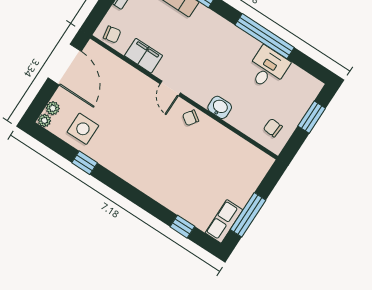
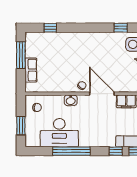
desk: (268, 68) -> (59, 133), width x1.87, depth x1.30
door: (170, 88) -> (102, 94), width x1.88
row of seats: (224, 221) -> (31, 70), moved

